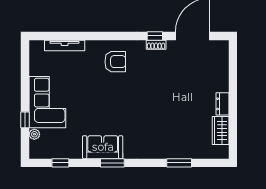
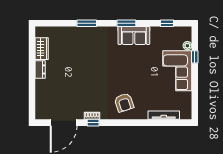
armchair: (115, 62) -> (124, 103), turned -108
window: (179, 163) -> (87, 23), moved

